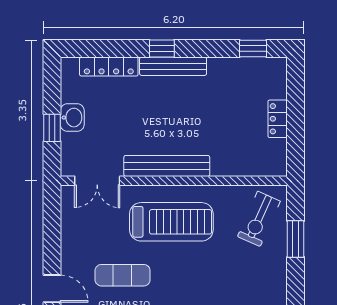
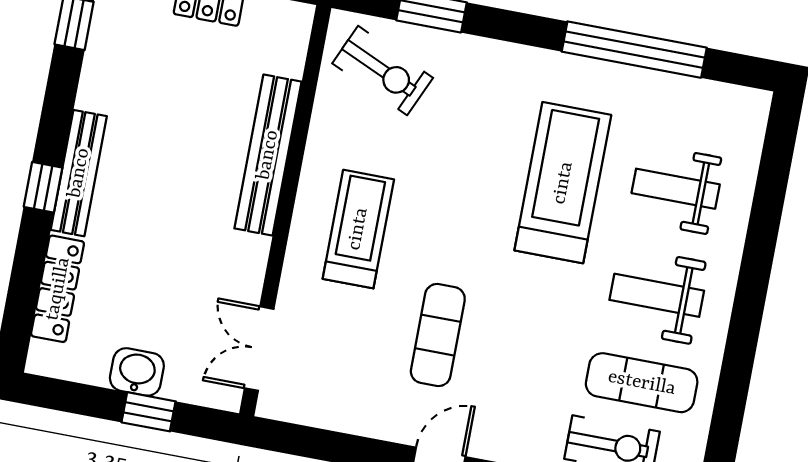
bench: (167, 166) -> (268, 155), moved
double door: (97, 181) -> (259, 349), swing flipped
treadmill: (171, 222) -> (358, 229), width x0.73, depth x0.73

